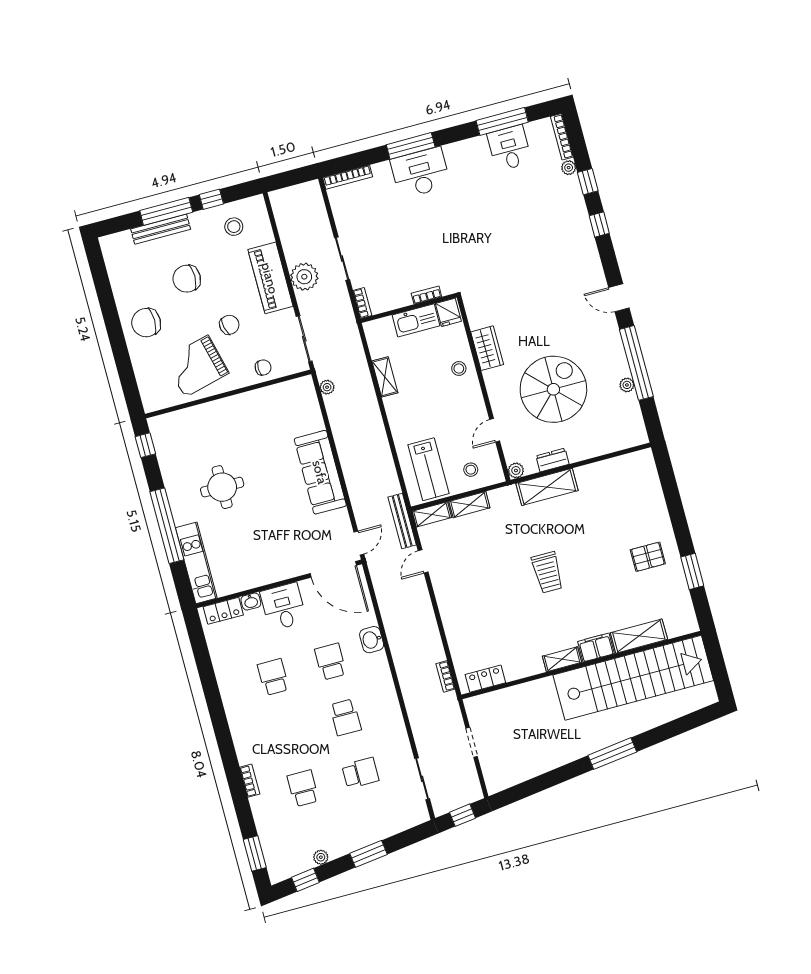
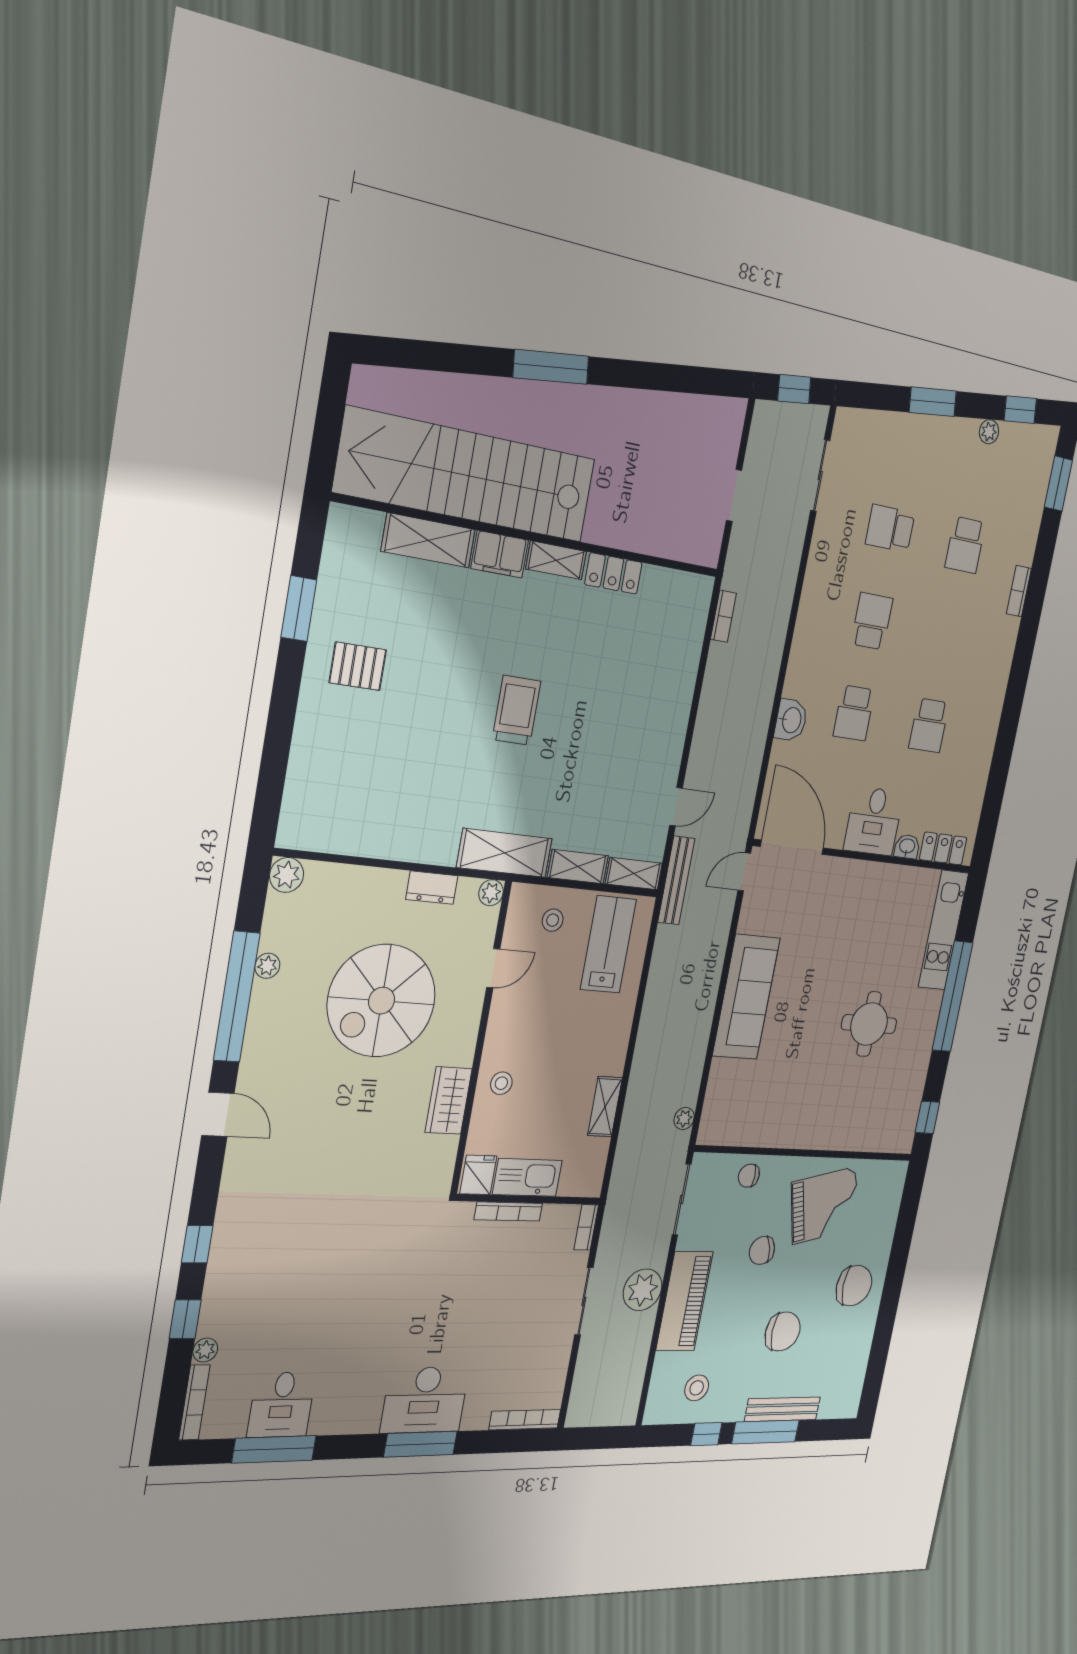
bookcase: (426, 295) -> (508, 1212), width x1.56
plant: (638, 436) -> (287, 875), added
shelving: (547, 487) -> (504, 853), moved
locker: (485, 679) -> (613, 573), moved

